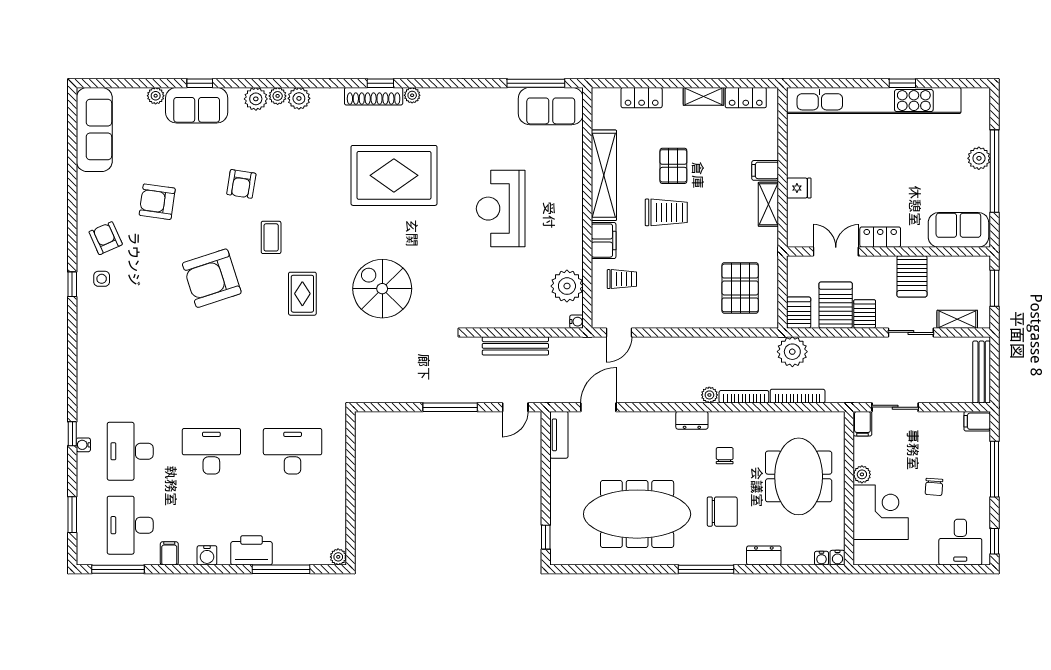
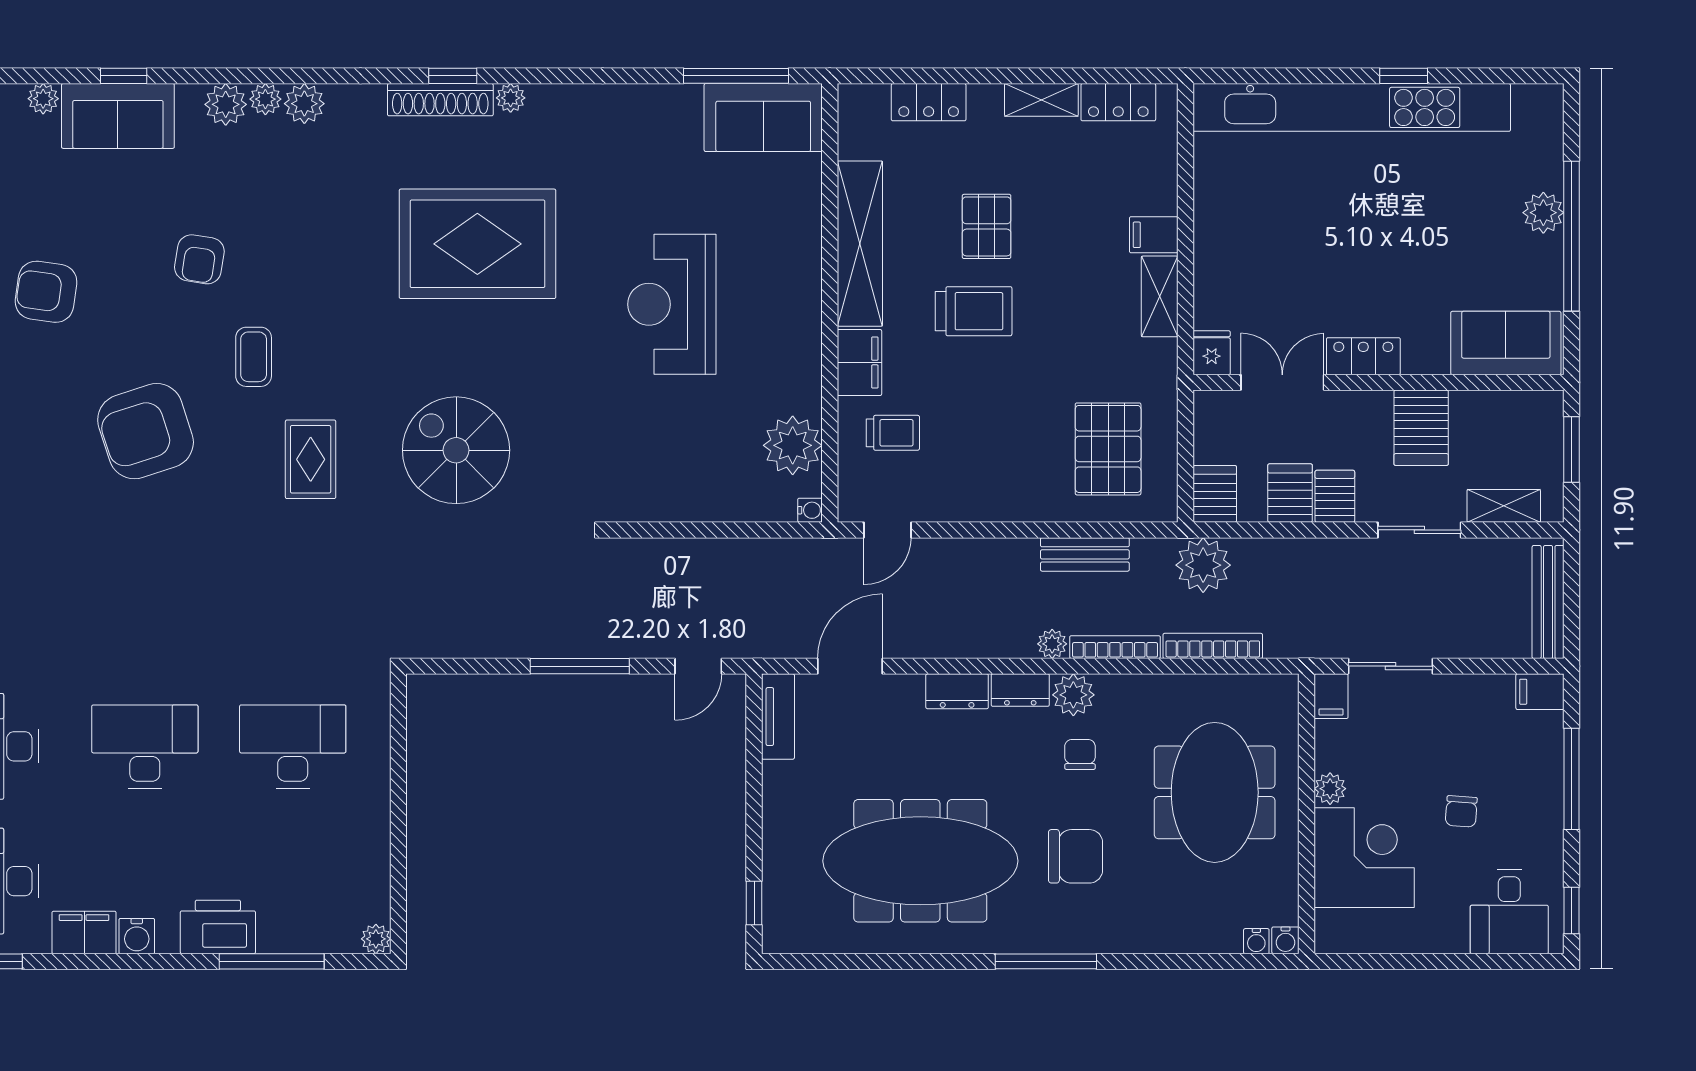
fridge: (799, 188) -> (1212, 353), moved, turned -90
server rack: (836, 305) -> (1290, 493), width x0.73, depth x0.70
bench: (515, 346) -> (1085, 554), moved, width x0.73
plant: (721, 423) -> (1073, 695), added
filing cabinet: (169, 553) -> (84, 932), width x2.00
dresser: (764, 555) -> (957, 691), moved, turned 180

